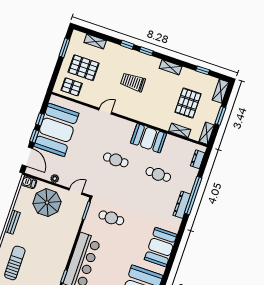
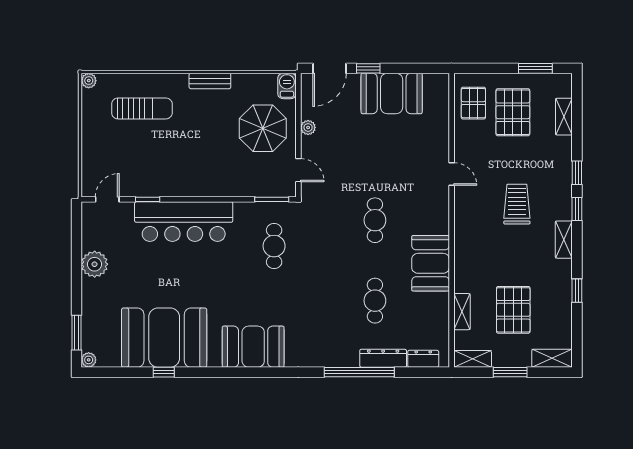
shelving: (171, 67) -> (564, 240), moved
window: (203, 70) -> (577, 291), moved
pallet: (188, 103) -> (513, 310), turned 90
window: (40, 119) -> (400, 68), removed
booth: (56, 130) -> (392, 93), width x0.73, depth x0.70
dresser: (182, 205) -> (383, 358), moved

